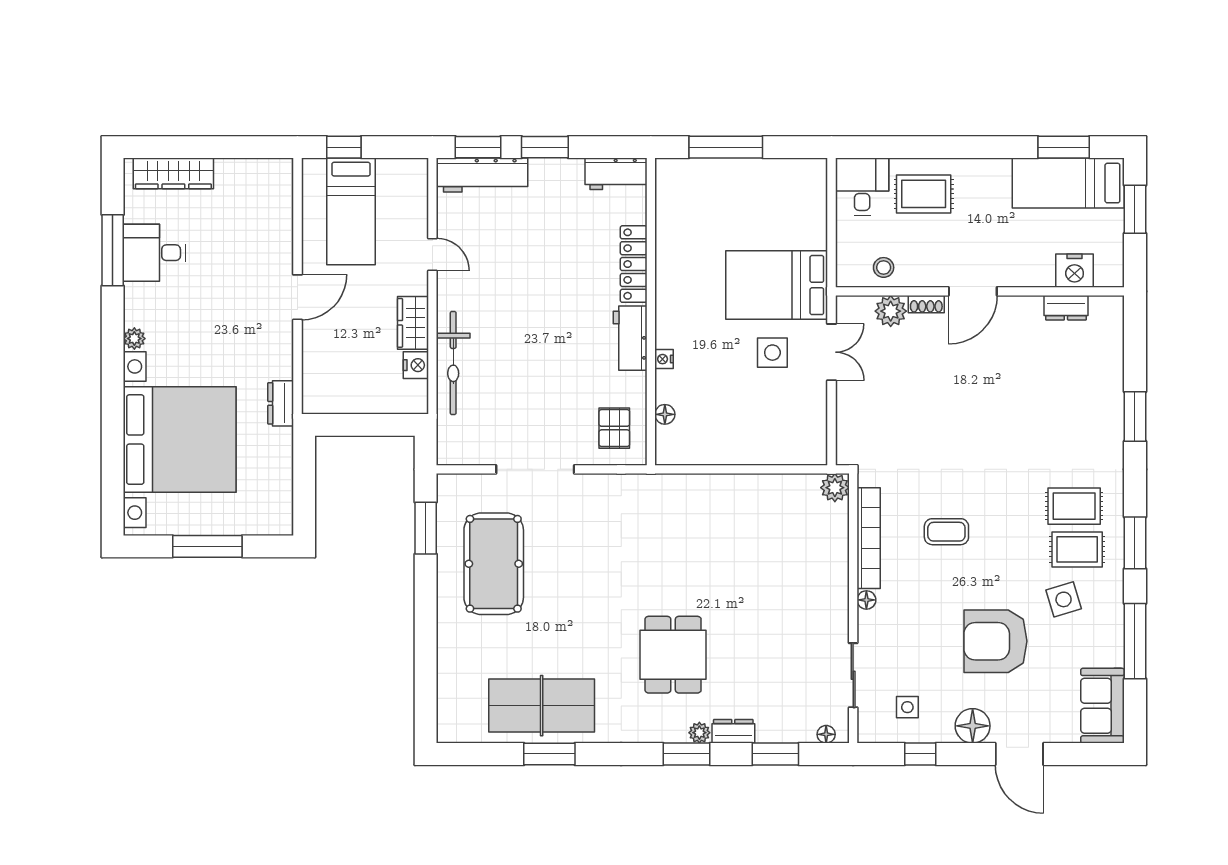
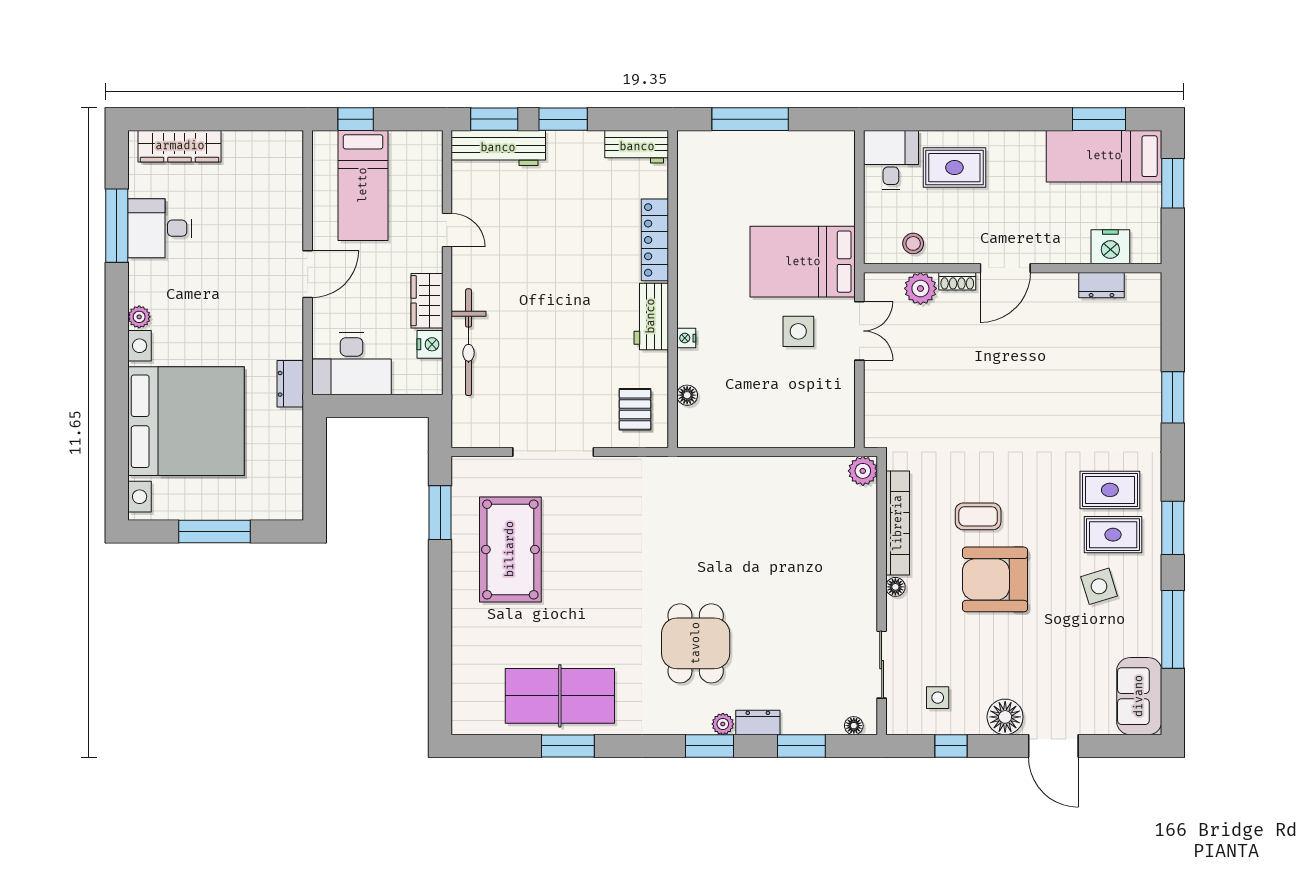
desk: (340, 384) -> (352, 364), added
armchair: (995, 641) -> (995, 579), moved

